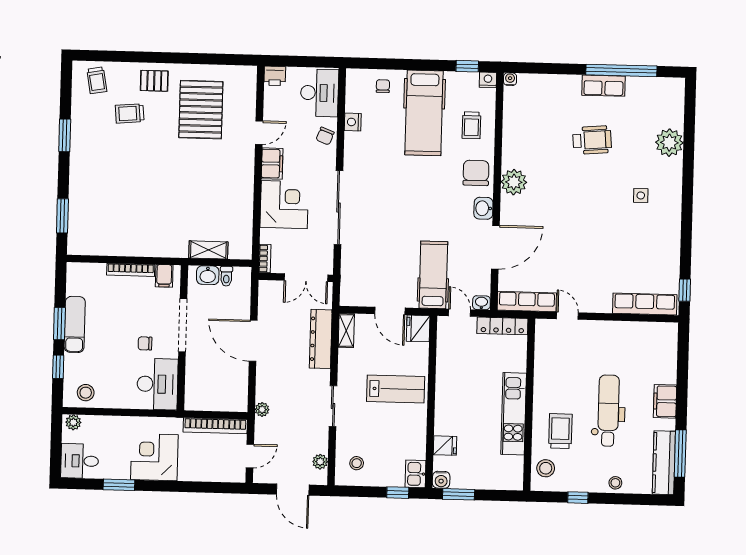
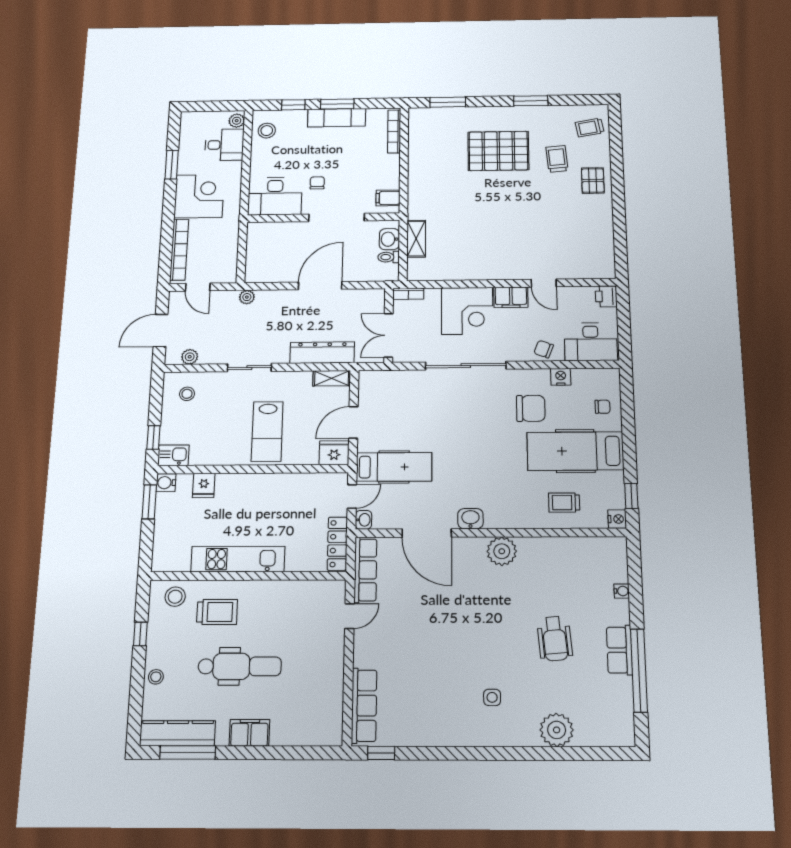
water cooler: (510, 79) -> (622, 591), moved
pallet: (201, 110) -> (498, 151), moved
chair: (476, 173) -> (531, 408), moved
bookcase: (131, 270) -> (394, 131), moved
bookcase: (215, 426) -> (179, 250), moved, turned 180
desk: (80, 461) -> (224, 145), moved, turned 90

